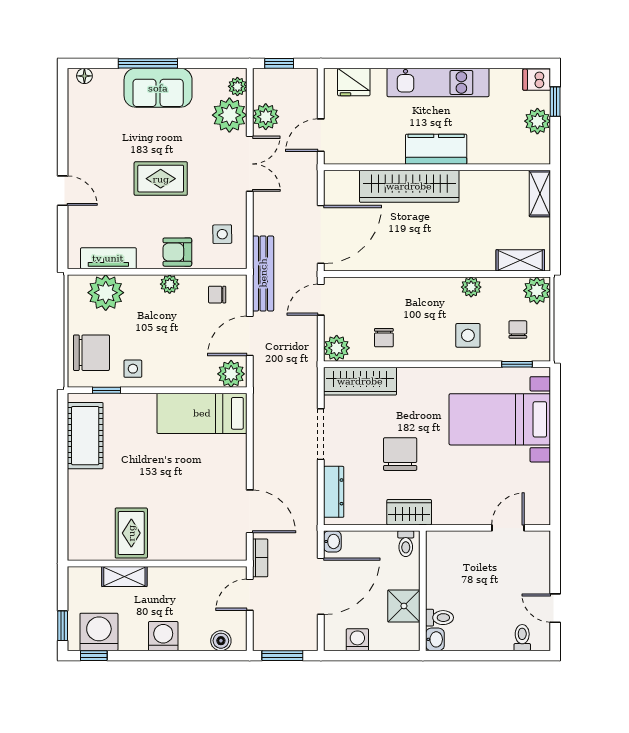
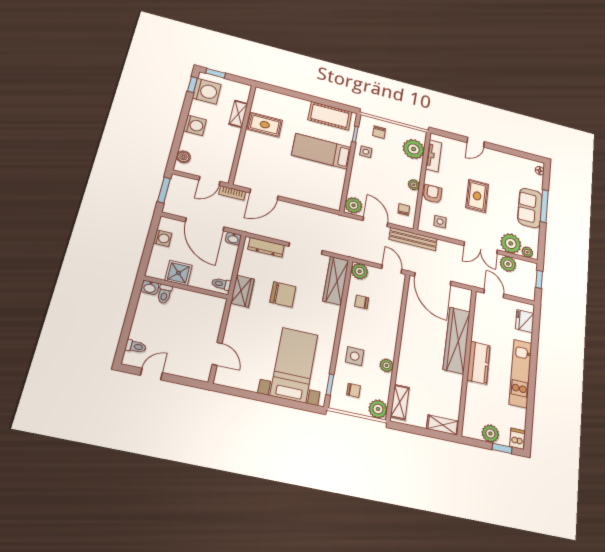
chair: (91, 353) -> (379, 132), width x0.54, depth x0.54
bed: (202, 413) -> (322, 151), moved, turned -90
door: (250, 595) -> (210, 181), swing flipped

